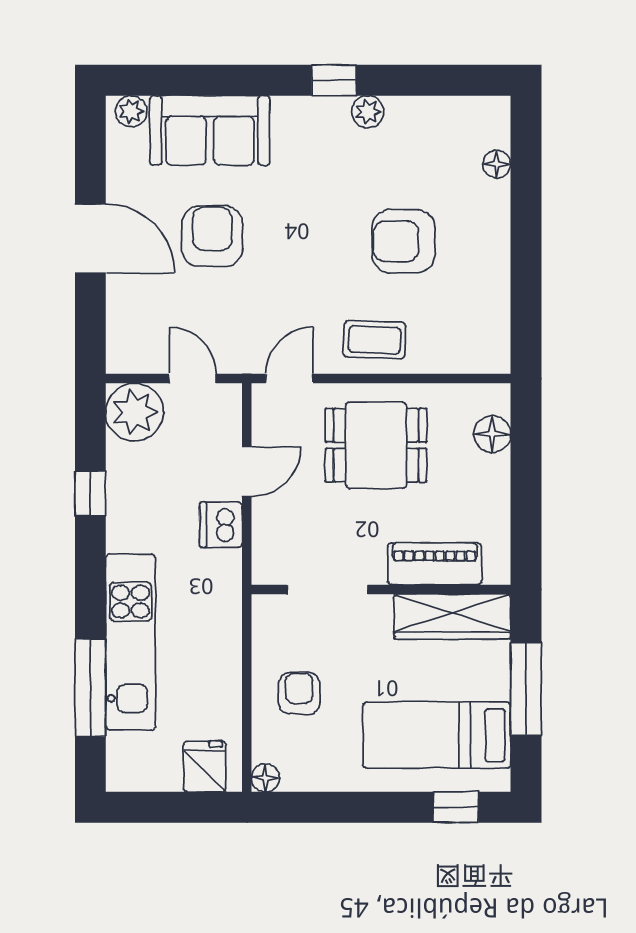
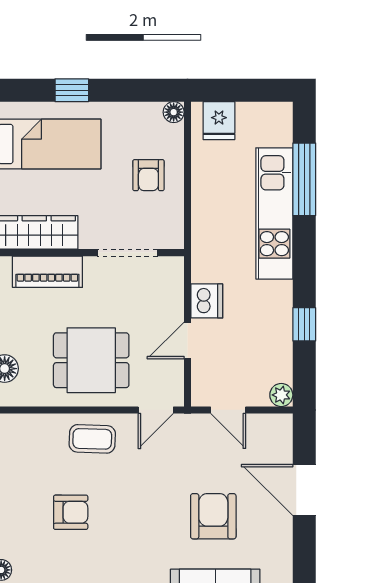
armchair: (212, 236) -> (213, 516), turned 180
door: (90, 239) -> (304, 490), moved
armchair: (404, 241) -> (71, 512), width x0.72, depth x0.72
plant: (135, 412) -> (281, 395), width x0.53, depth x0.53
window: (456, 807) -> (72, 90), moved

